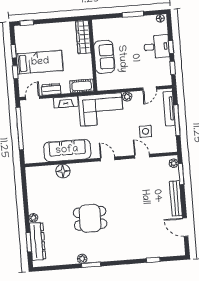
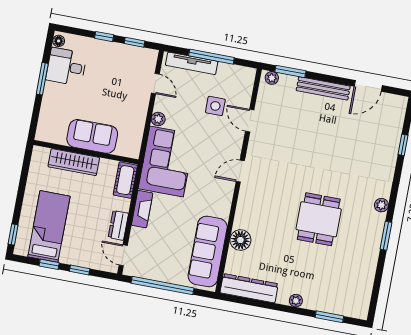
wardrobe: (83, 37) -> (74, 162), moved
desk: (157, 47) -> (66, 67), moved, turned -90
bed: (40, 62) -> (49, 226), moved
sofa: (67, 150) -> (208, 251), moved
door: (142, 156) -> (250, 121), hinge flipped
dresser: (38, 241) -> (249, 288), moved
plant: (82, 259) -> (381, 205), moved

